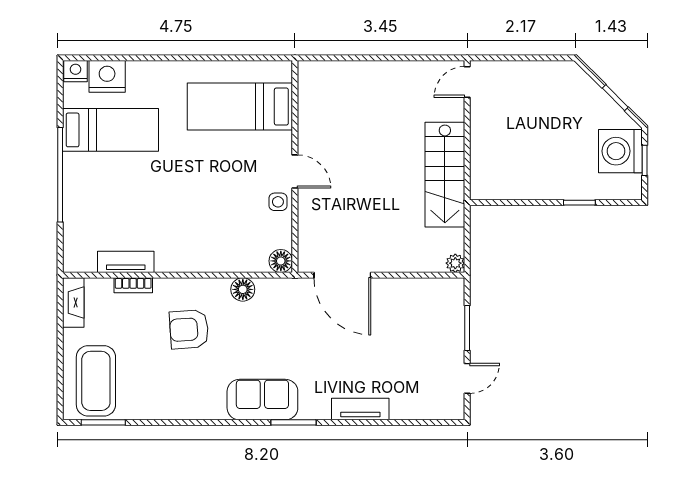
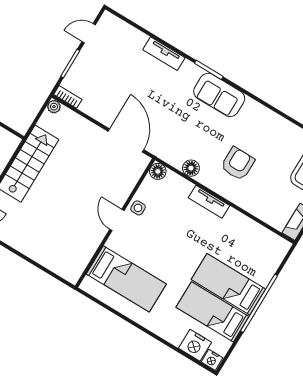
bed: (111, 175) -> (228, 284), added
tv unit: (126, 262) -> (209, 202), moved
bookcase: (133, 285) -> (68, 97), moved
armchair: (189, 329) -> (238, 164), turned -86

